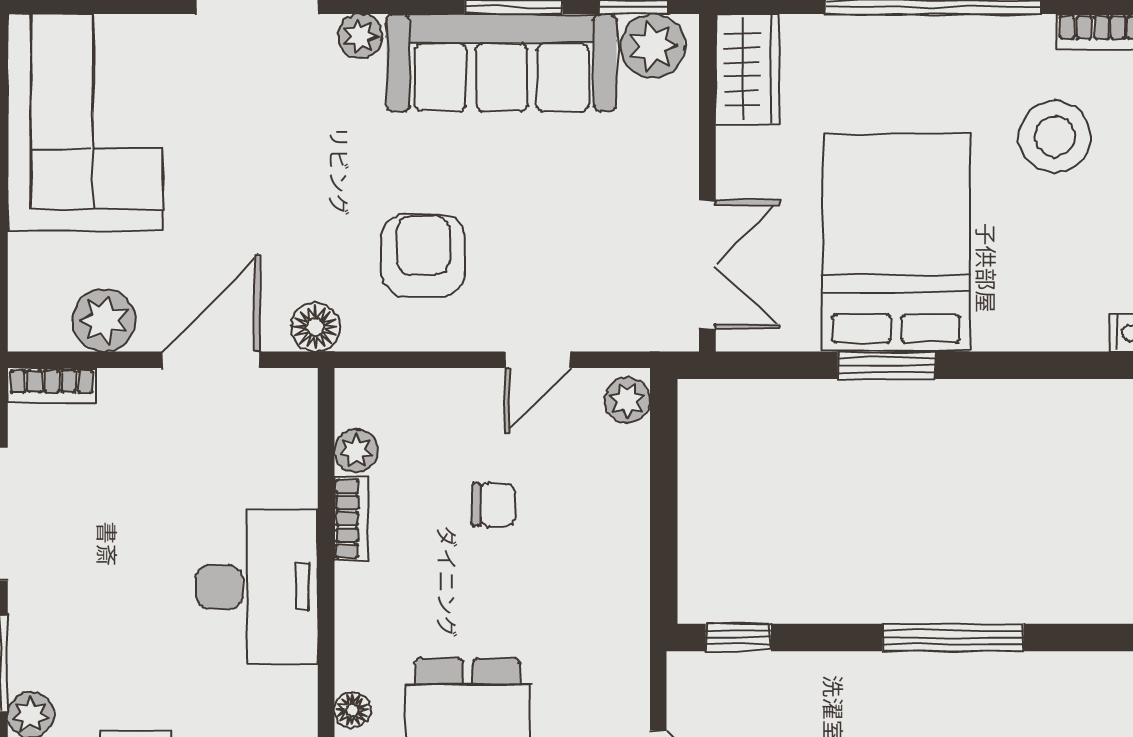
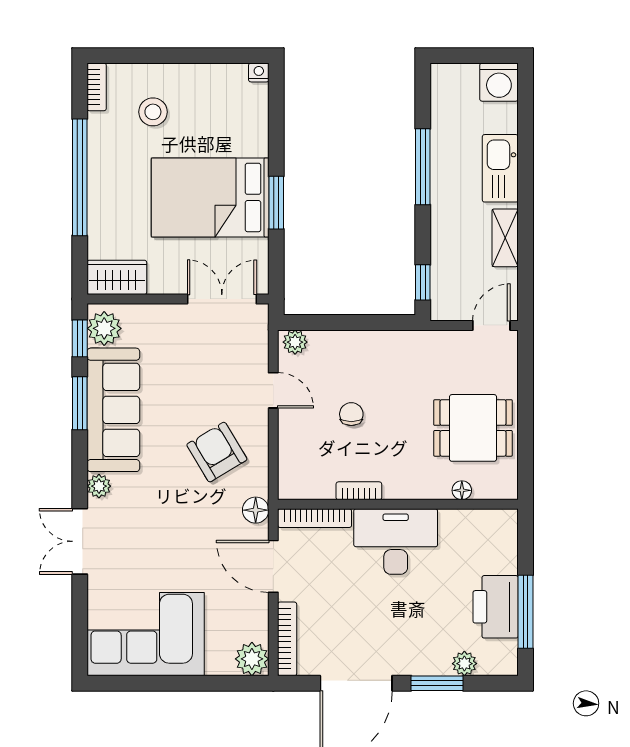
stool: (1055, 136) -> (153, 112), width x0.73, depth x0.73
armchair: (423, 255) -> (217, 452), turned 59
plant: (104, 320) -> (252, 659), moved
bookcase: (52, 385) -> (287, 639), width x1.56
bookcase: (300, 436) -> (315, 518), added
plant: (356, 450) -> (322, 488), removed

